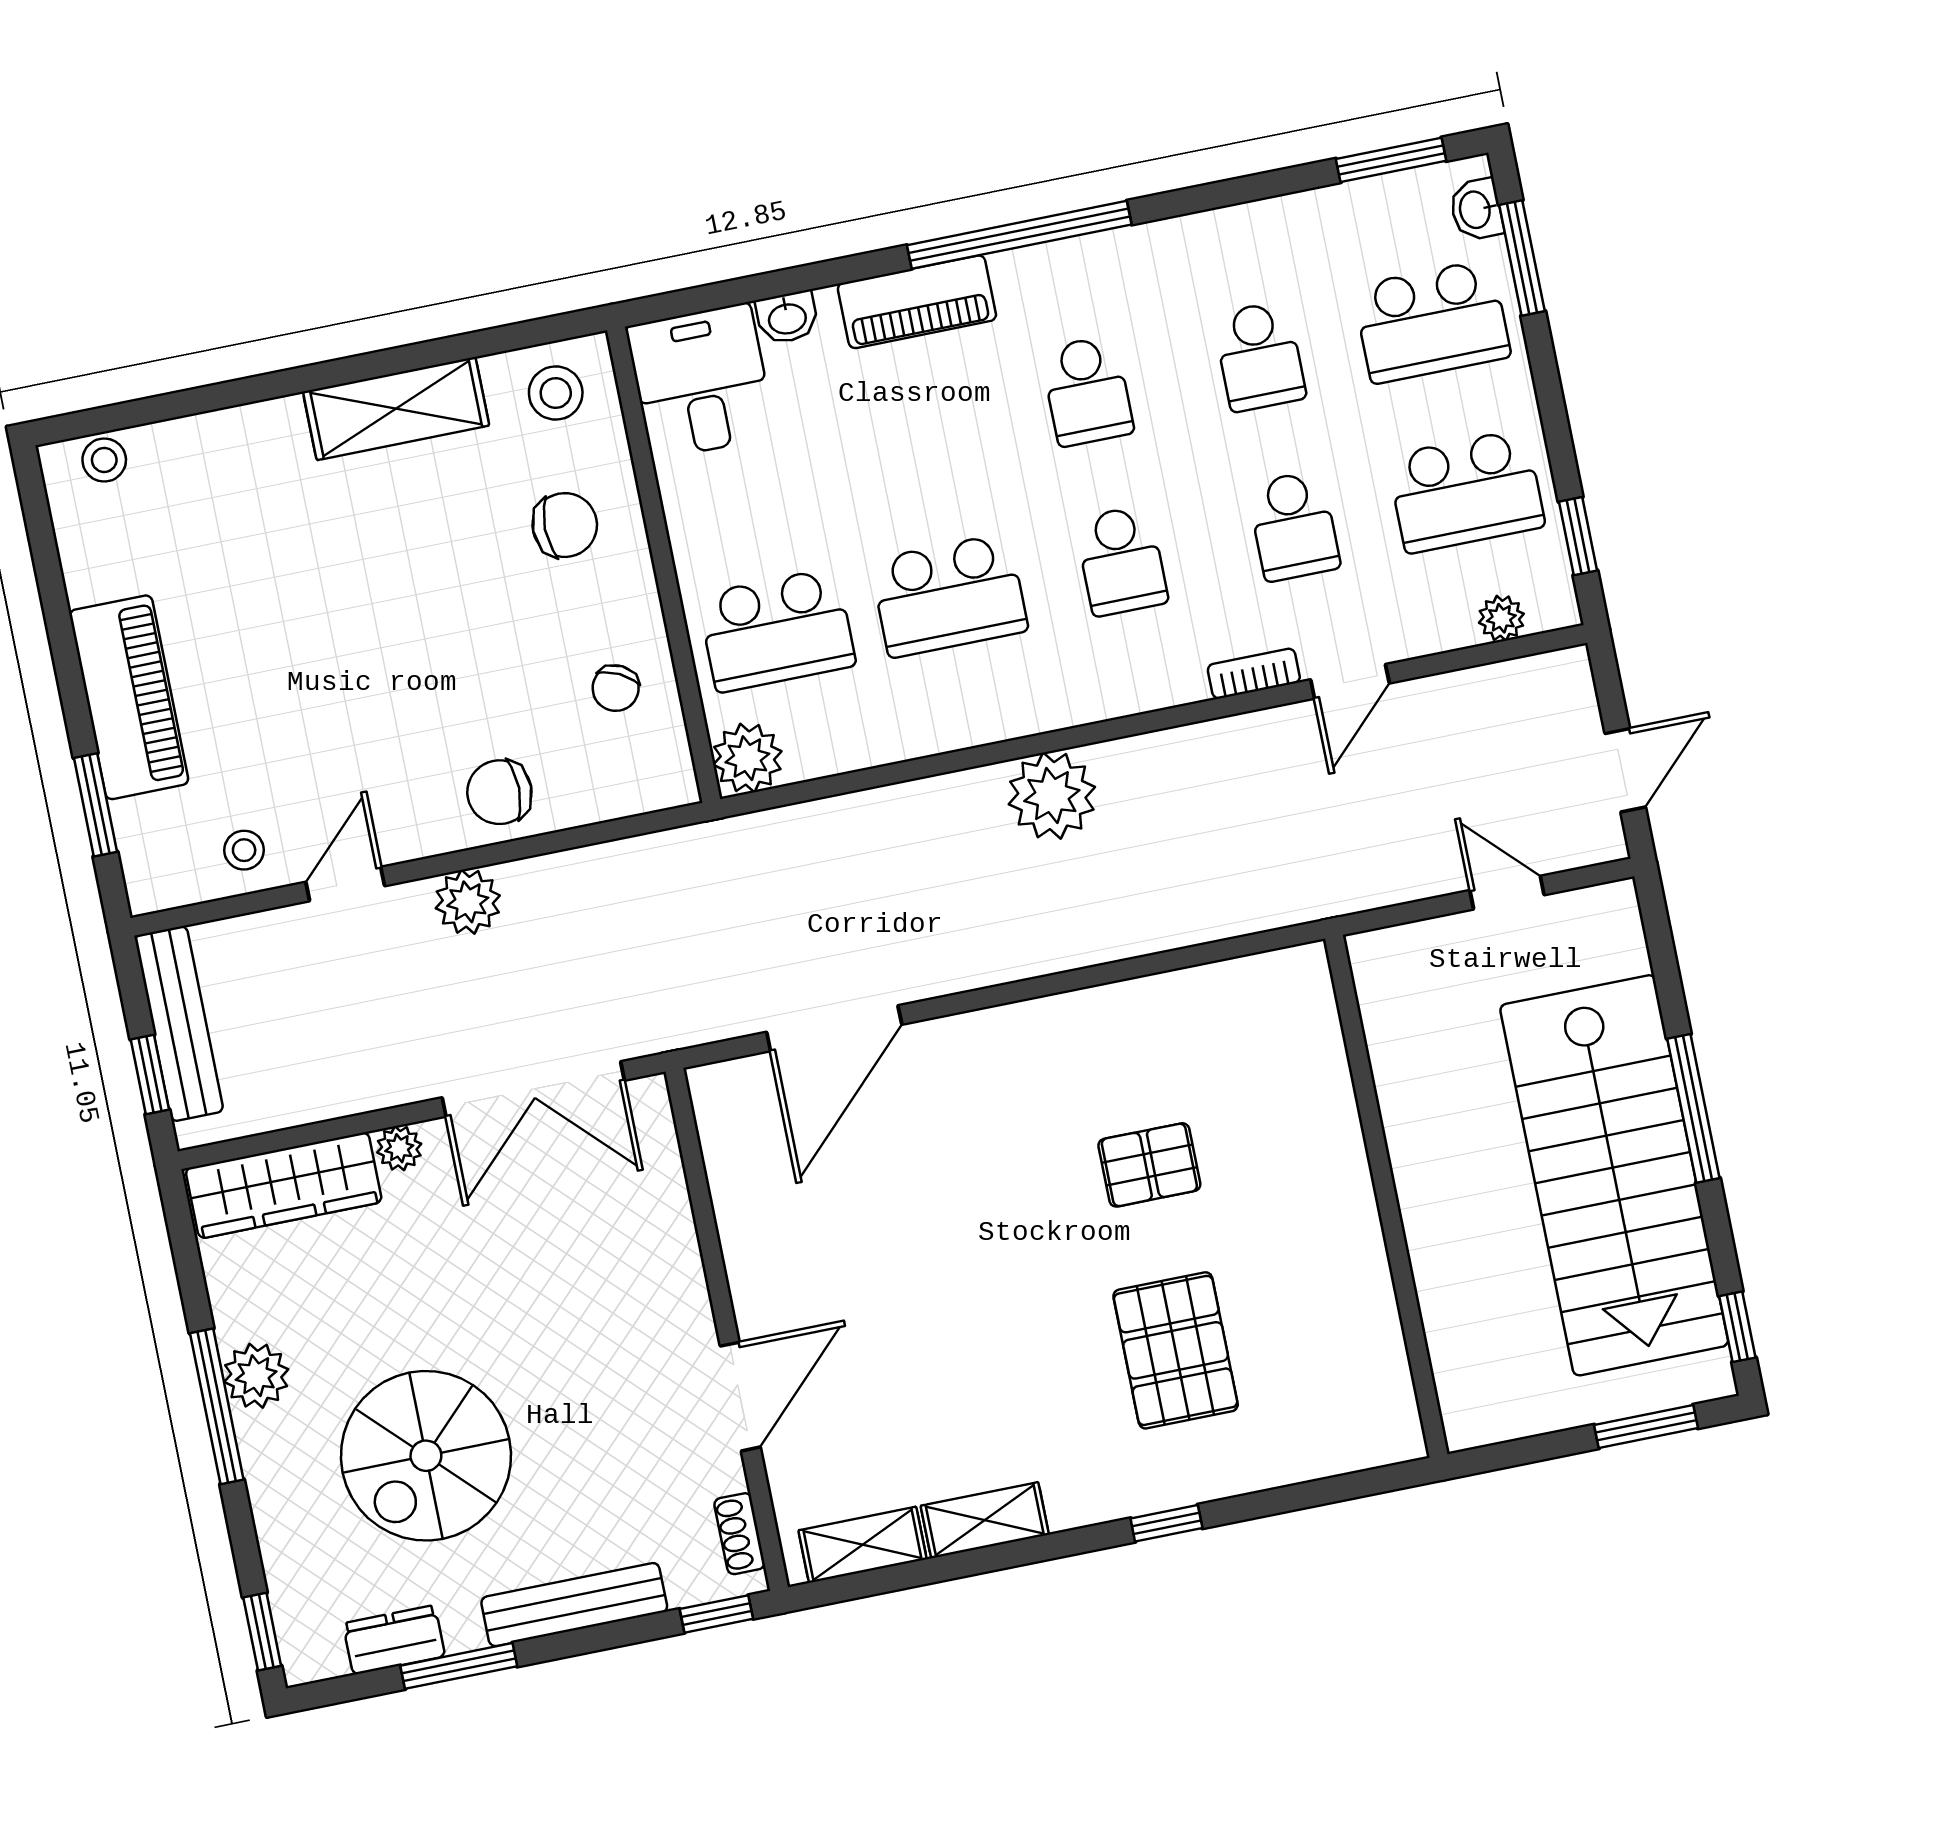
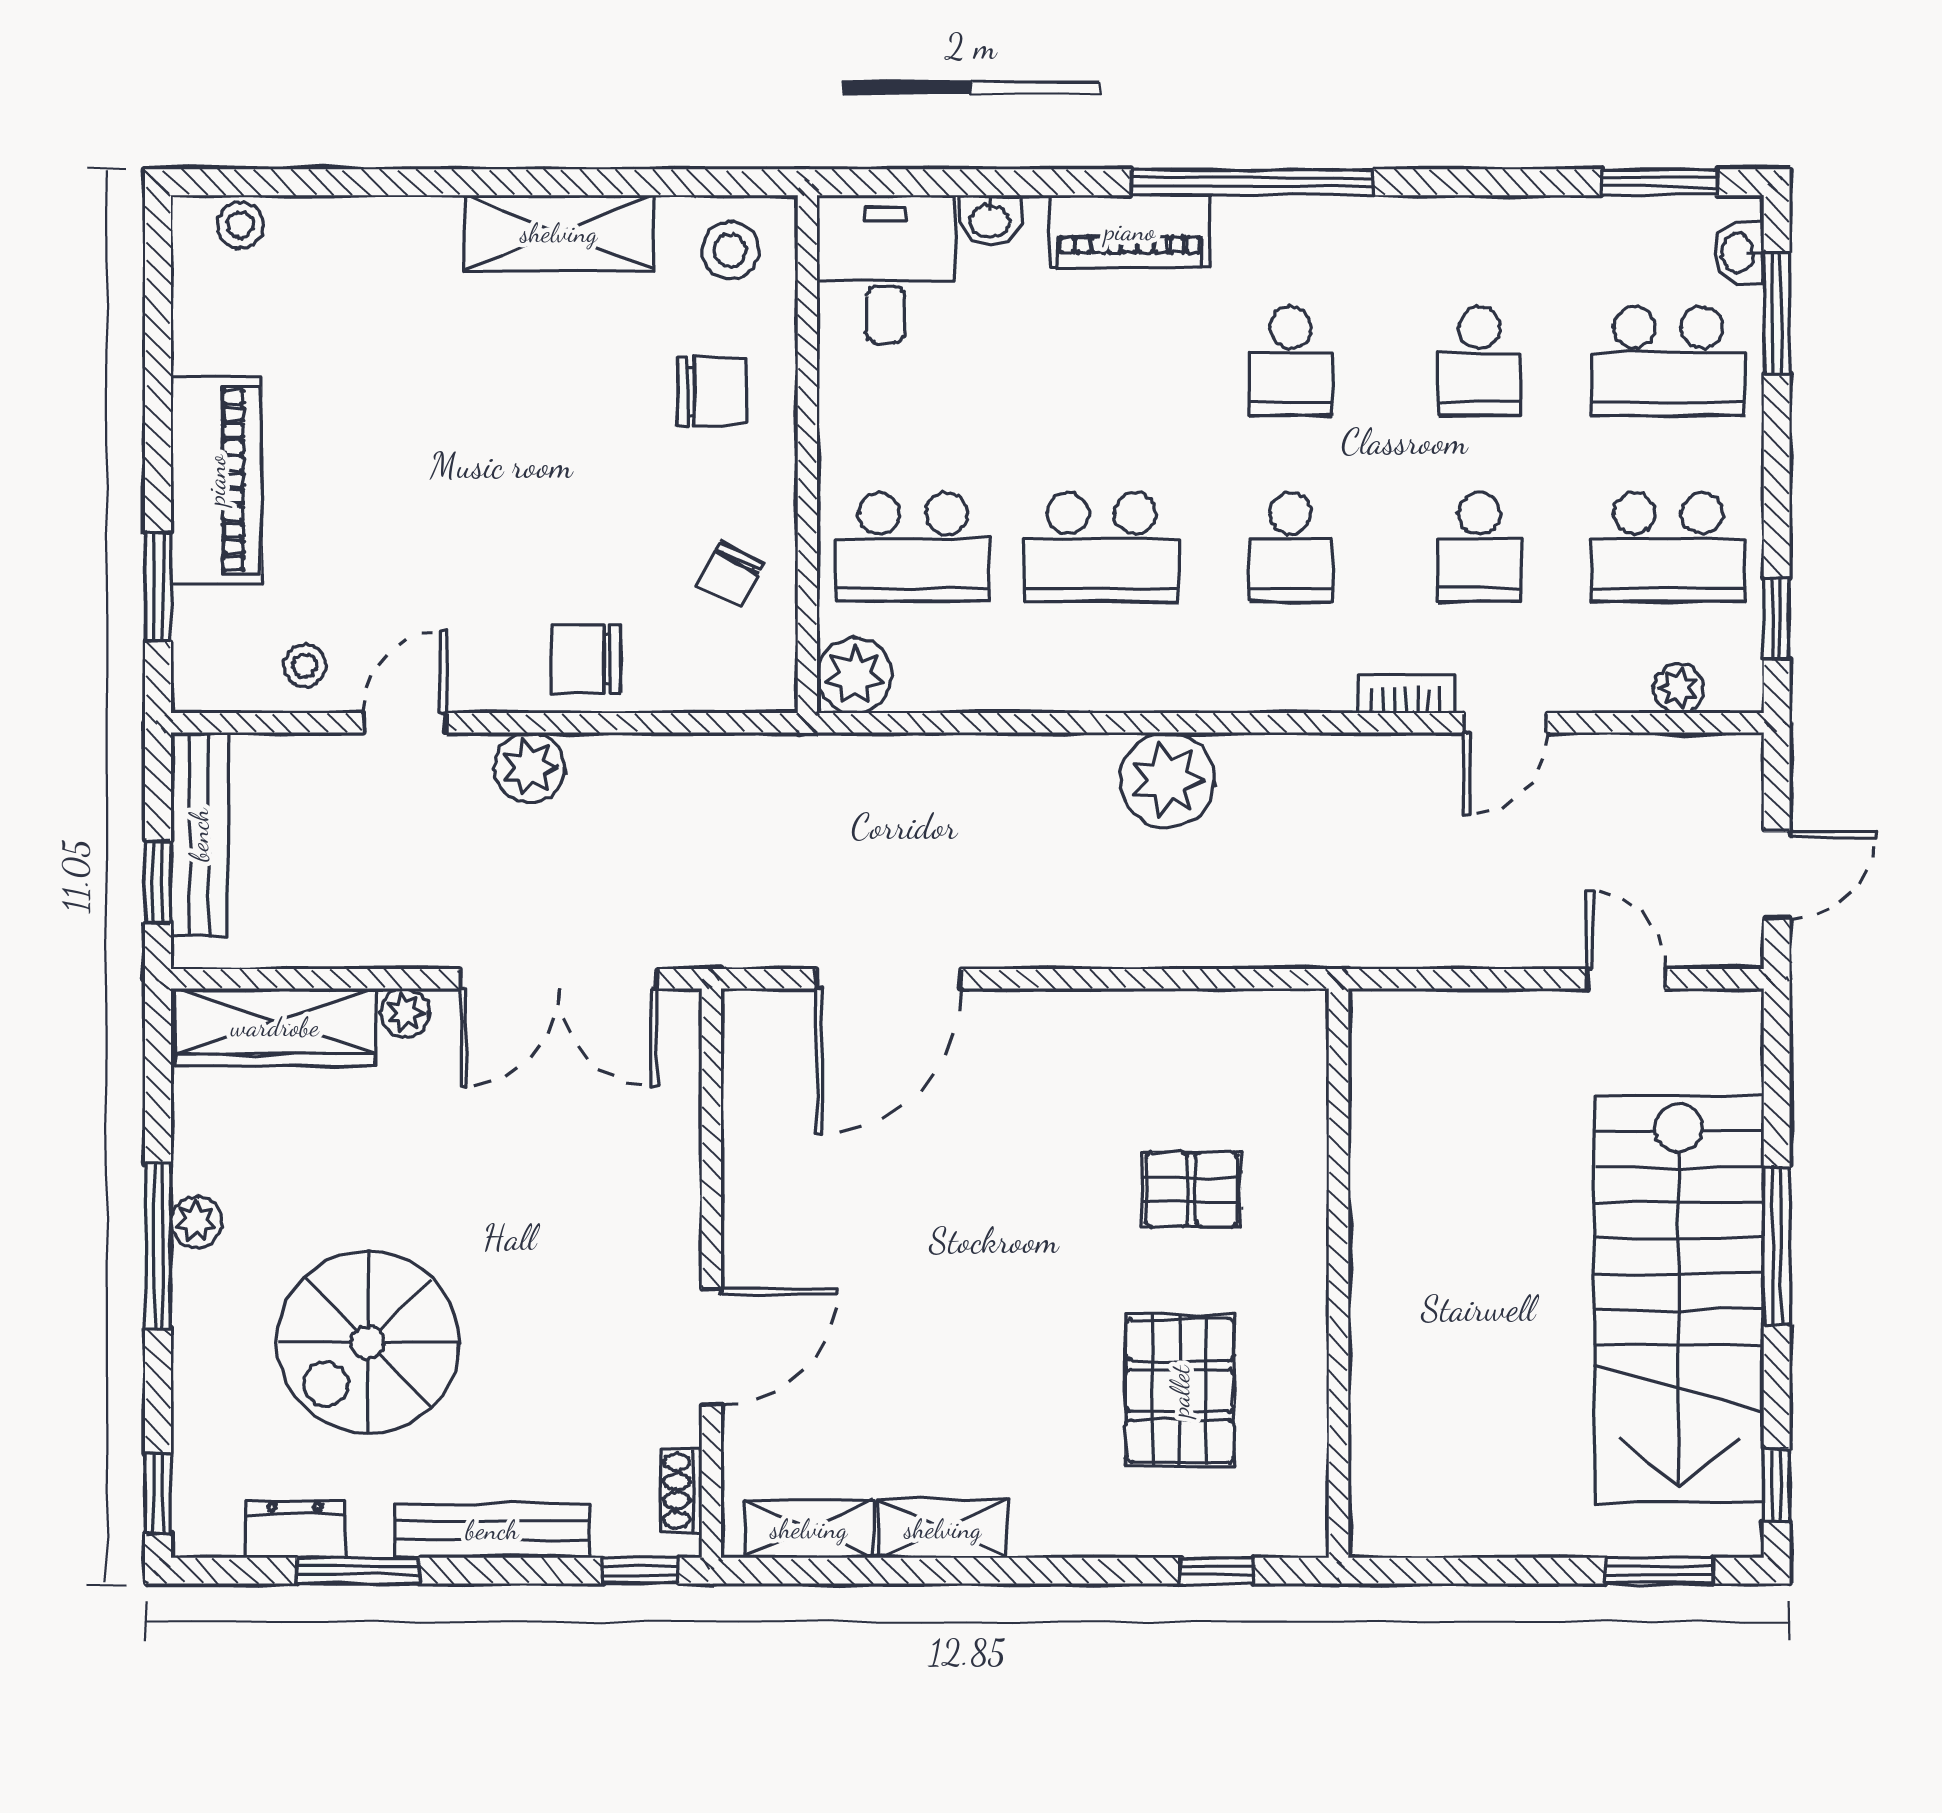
wall: (1386, 1196) -> (1338, 1273), moved
plant: (256, 1376) -> (196, 1222), width x0.73, depth x0.73
window: (1166, 1523) -> (1217, 1571), moved

